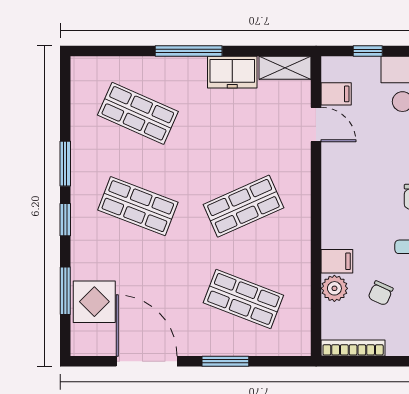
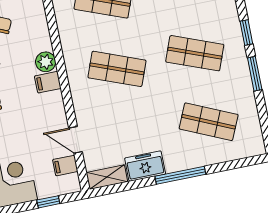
shop shelf: (243, 206) -> (117, 69), turned 45
filing cabinet: (337, 261) -> (48, 82), moved
plant: (334, 288) -> (46, 62), moved

